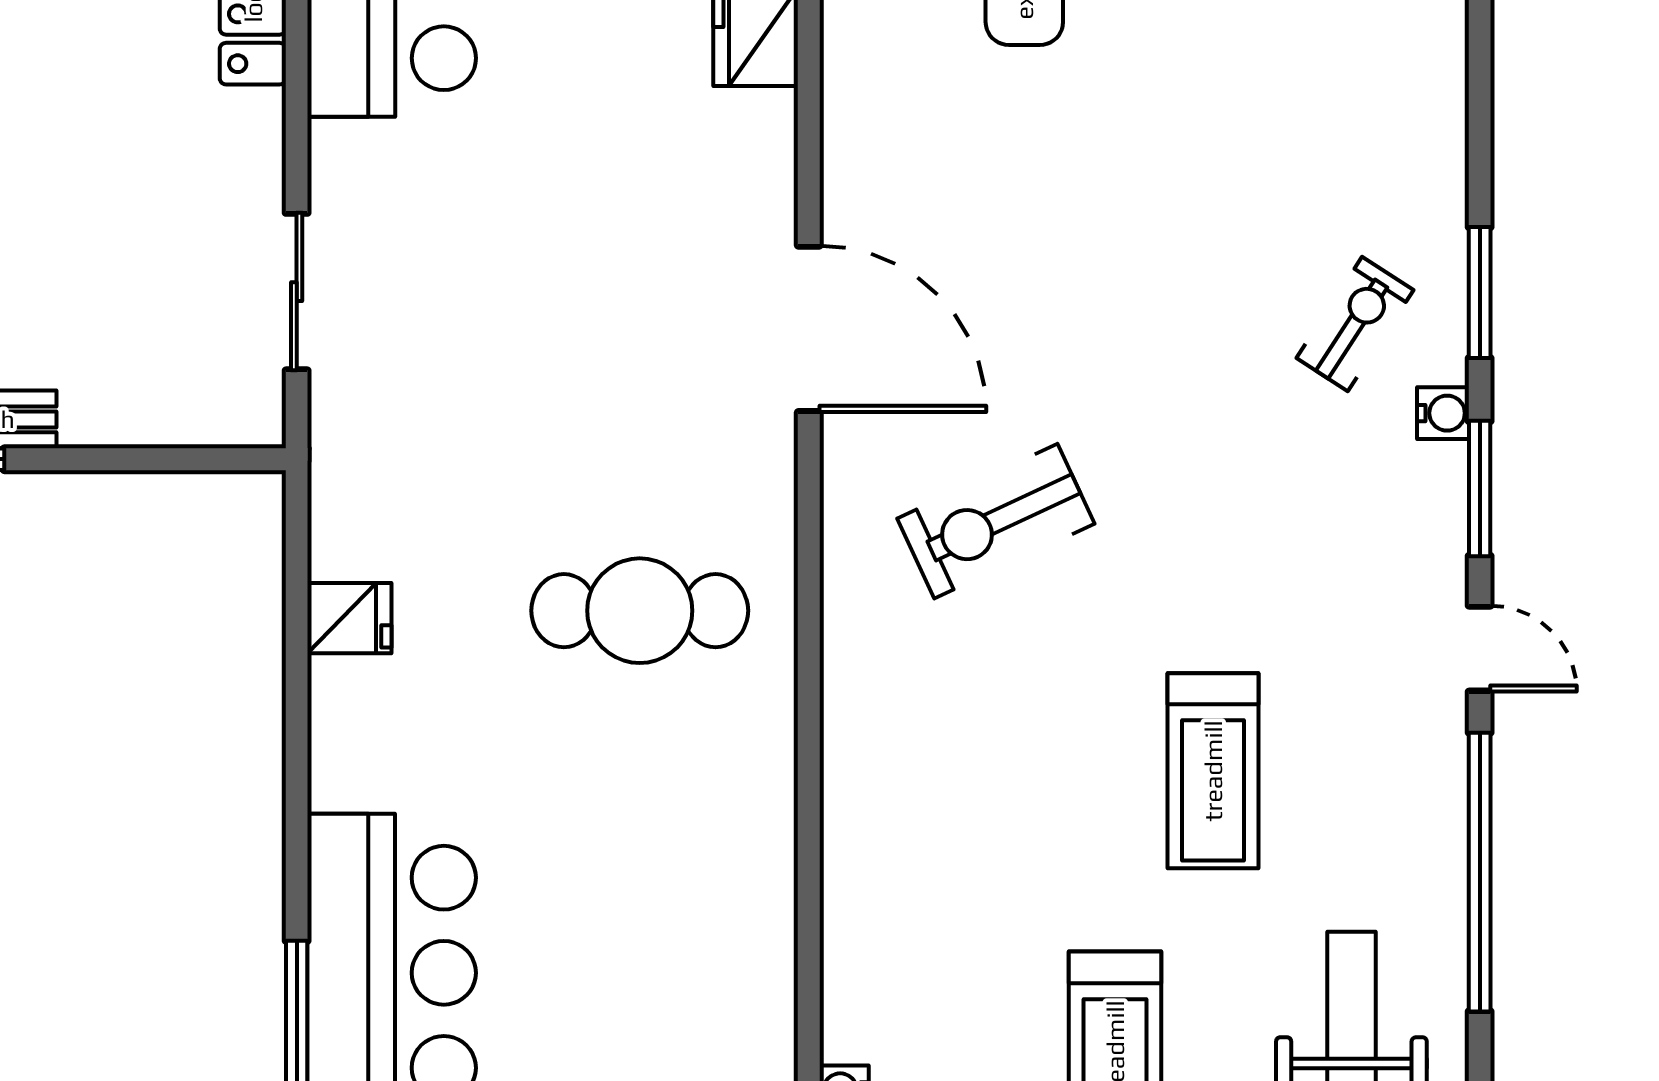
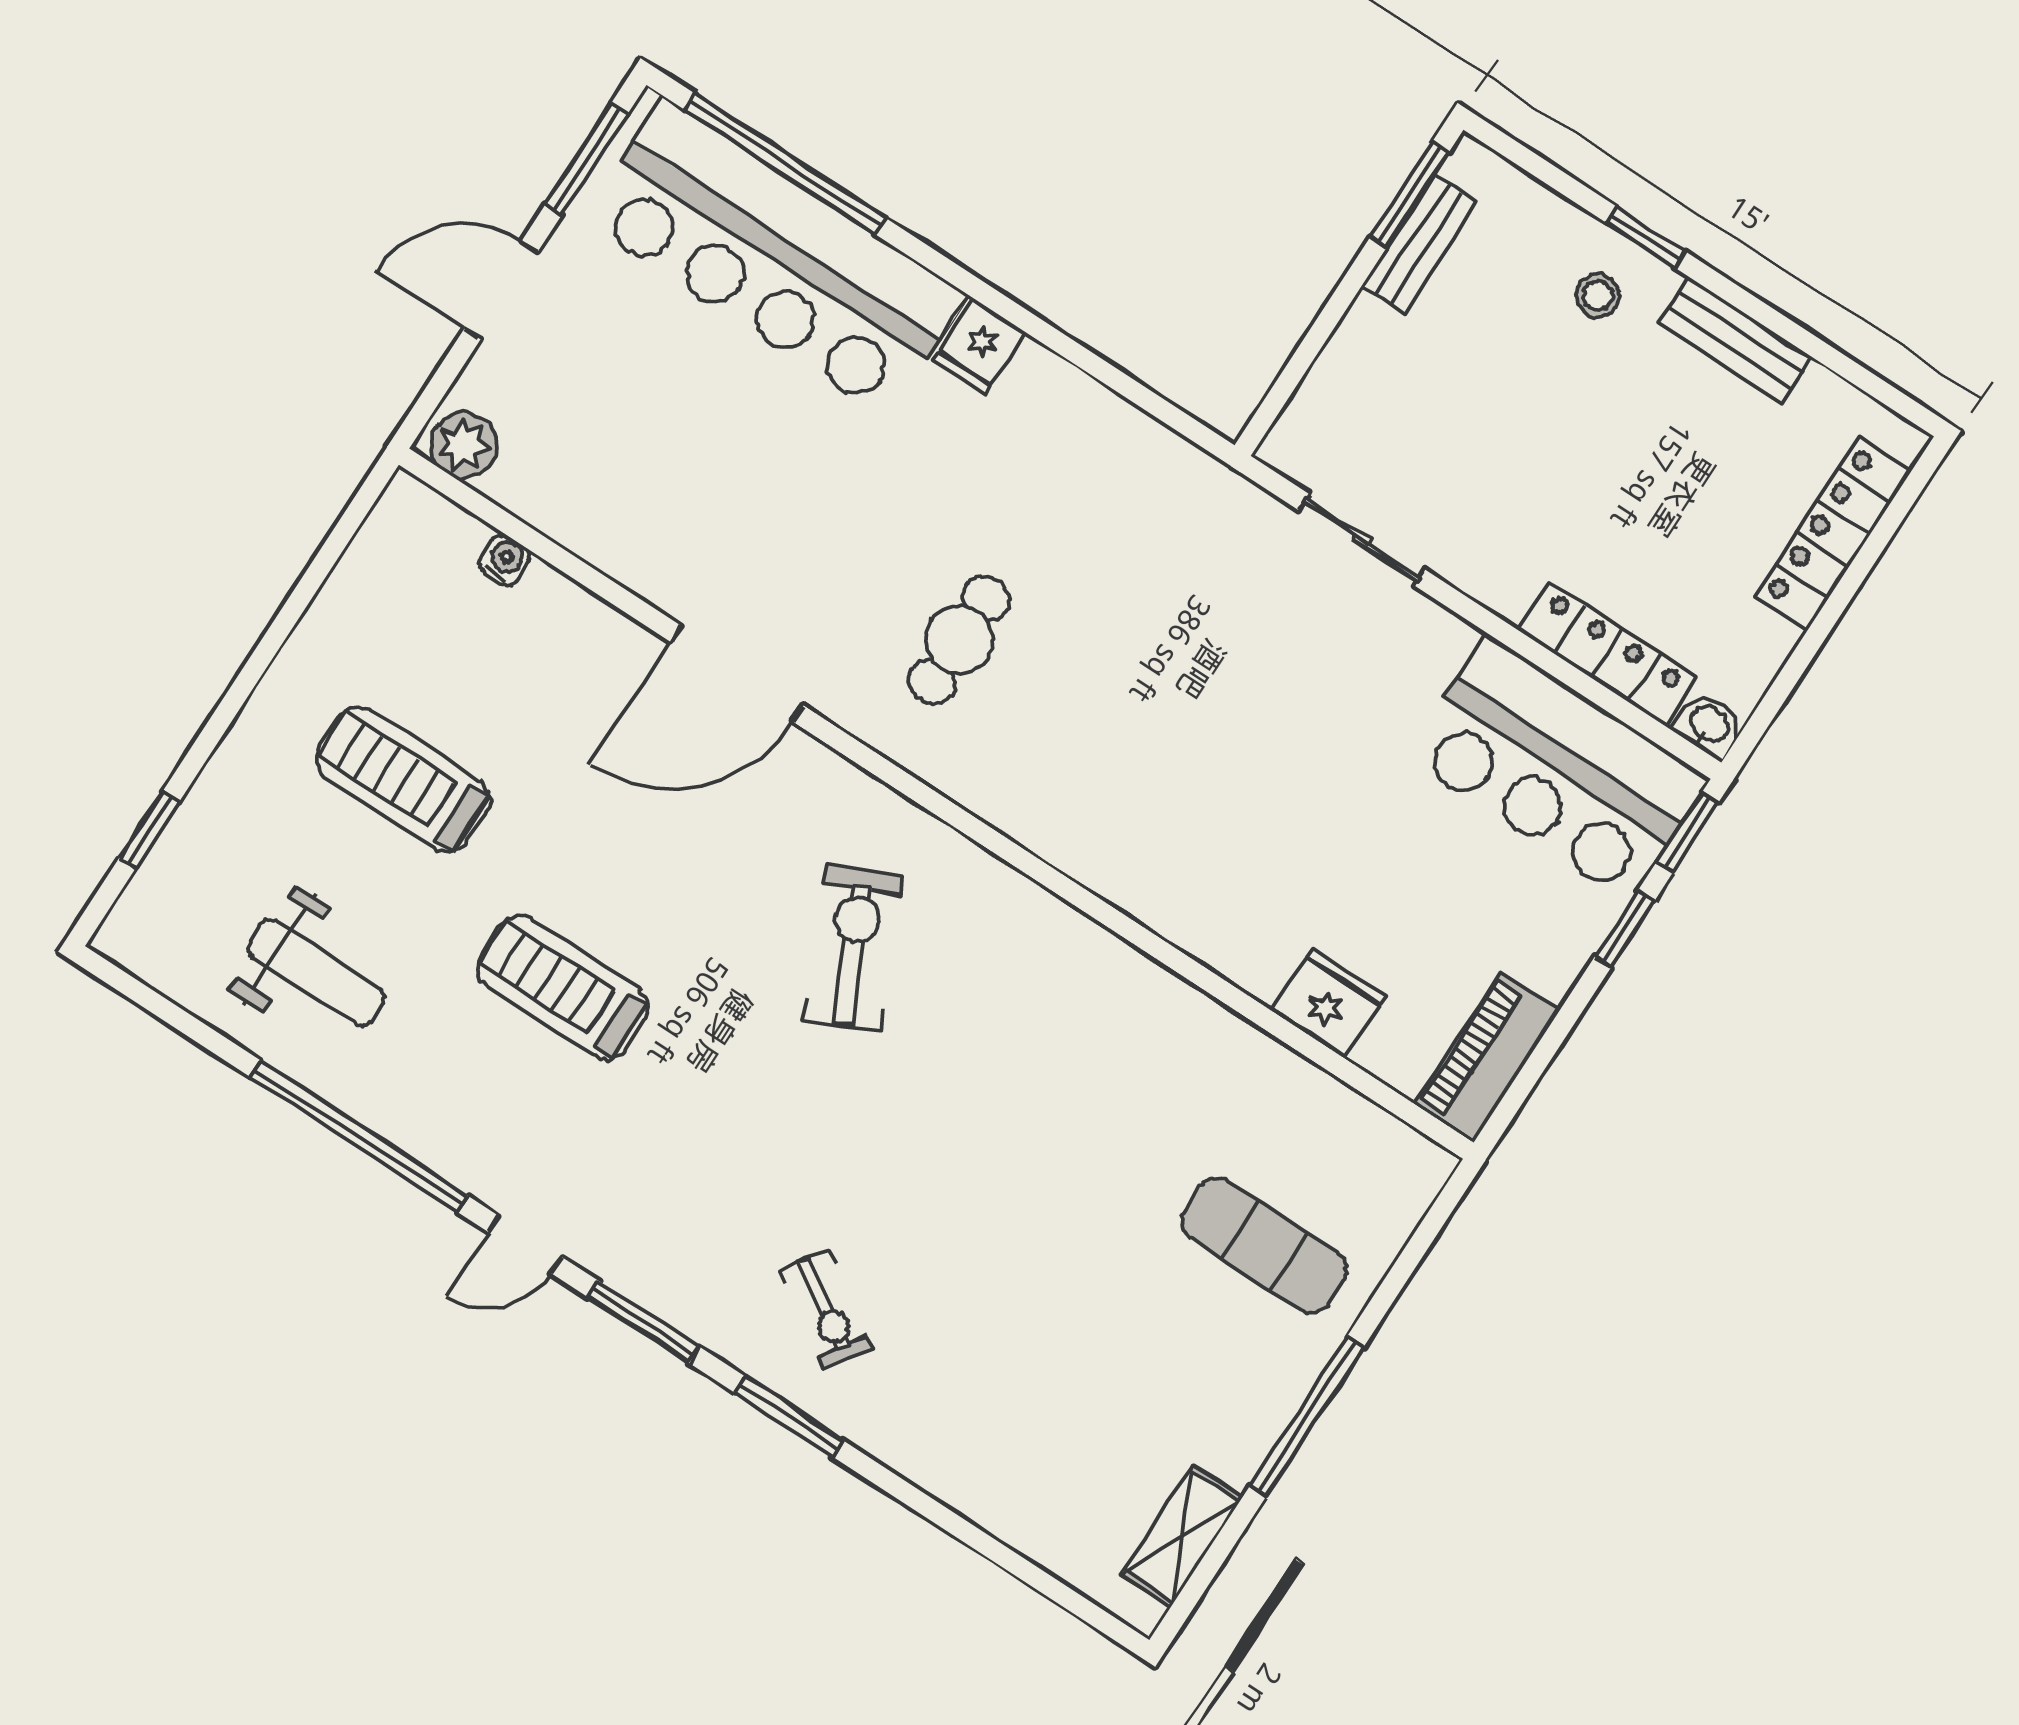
door: (809, 329) -> (737, 674), moved
water cooler: (1443, 413) -> (717, 1331), removed
cafe table: (640, 611) -> (959, 640), width x0.73, depth x0.74
fridge: (349, 618) -> (979, 346), moved

